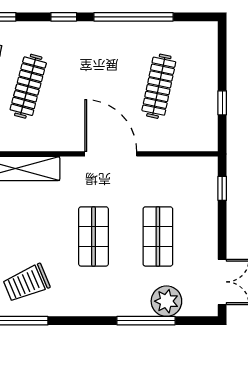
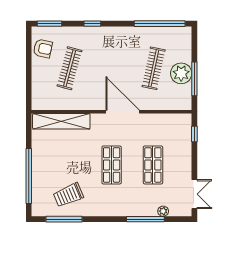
window: (133, 17) -> (160, 24), moved
plant: (202, 94) -> (181, 73), added
window: (222, 103) -> (194, 79), width x2.17
plant: (166, 301) -> (163, 211), width x0.53, depth x0.53

